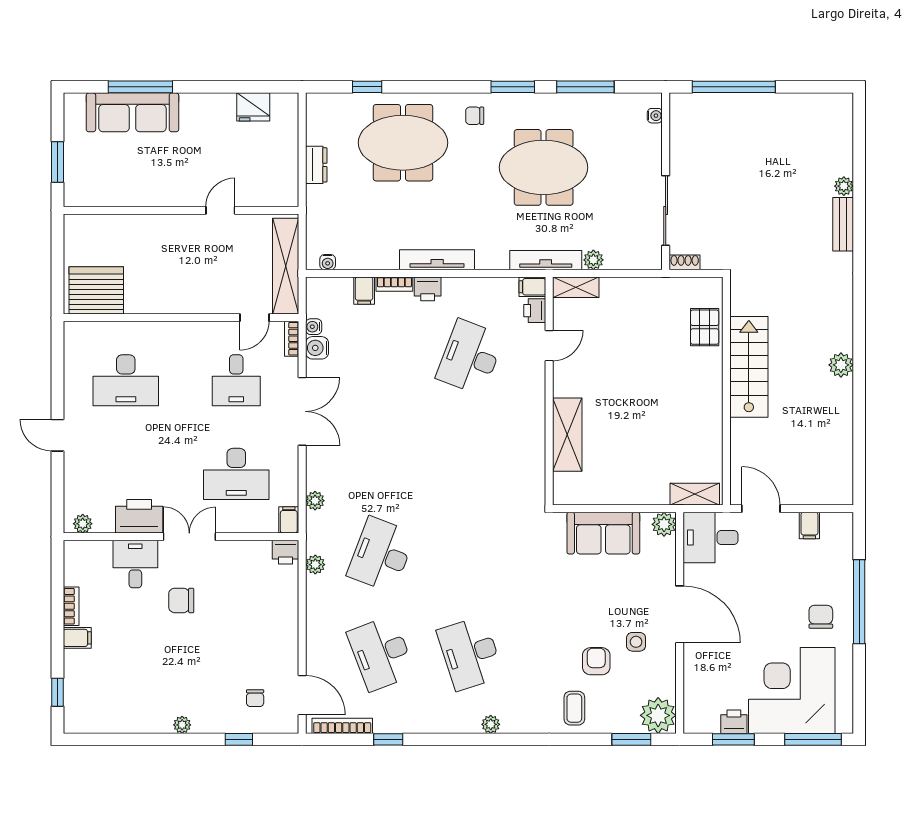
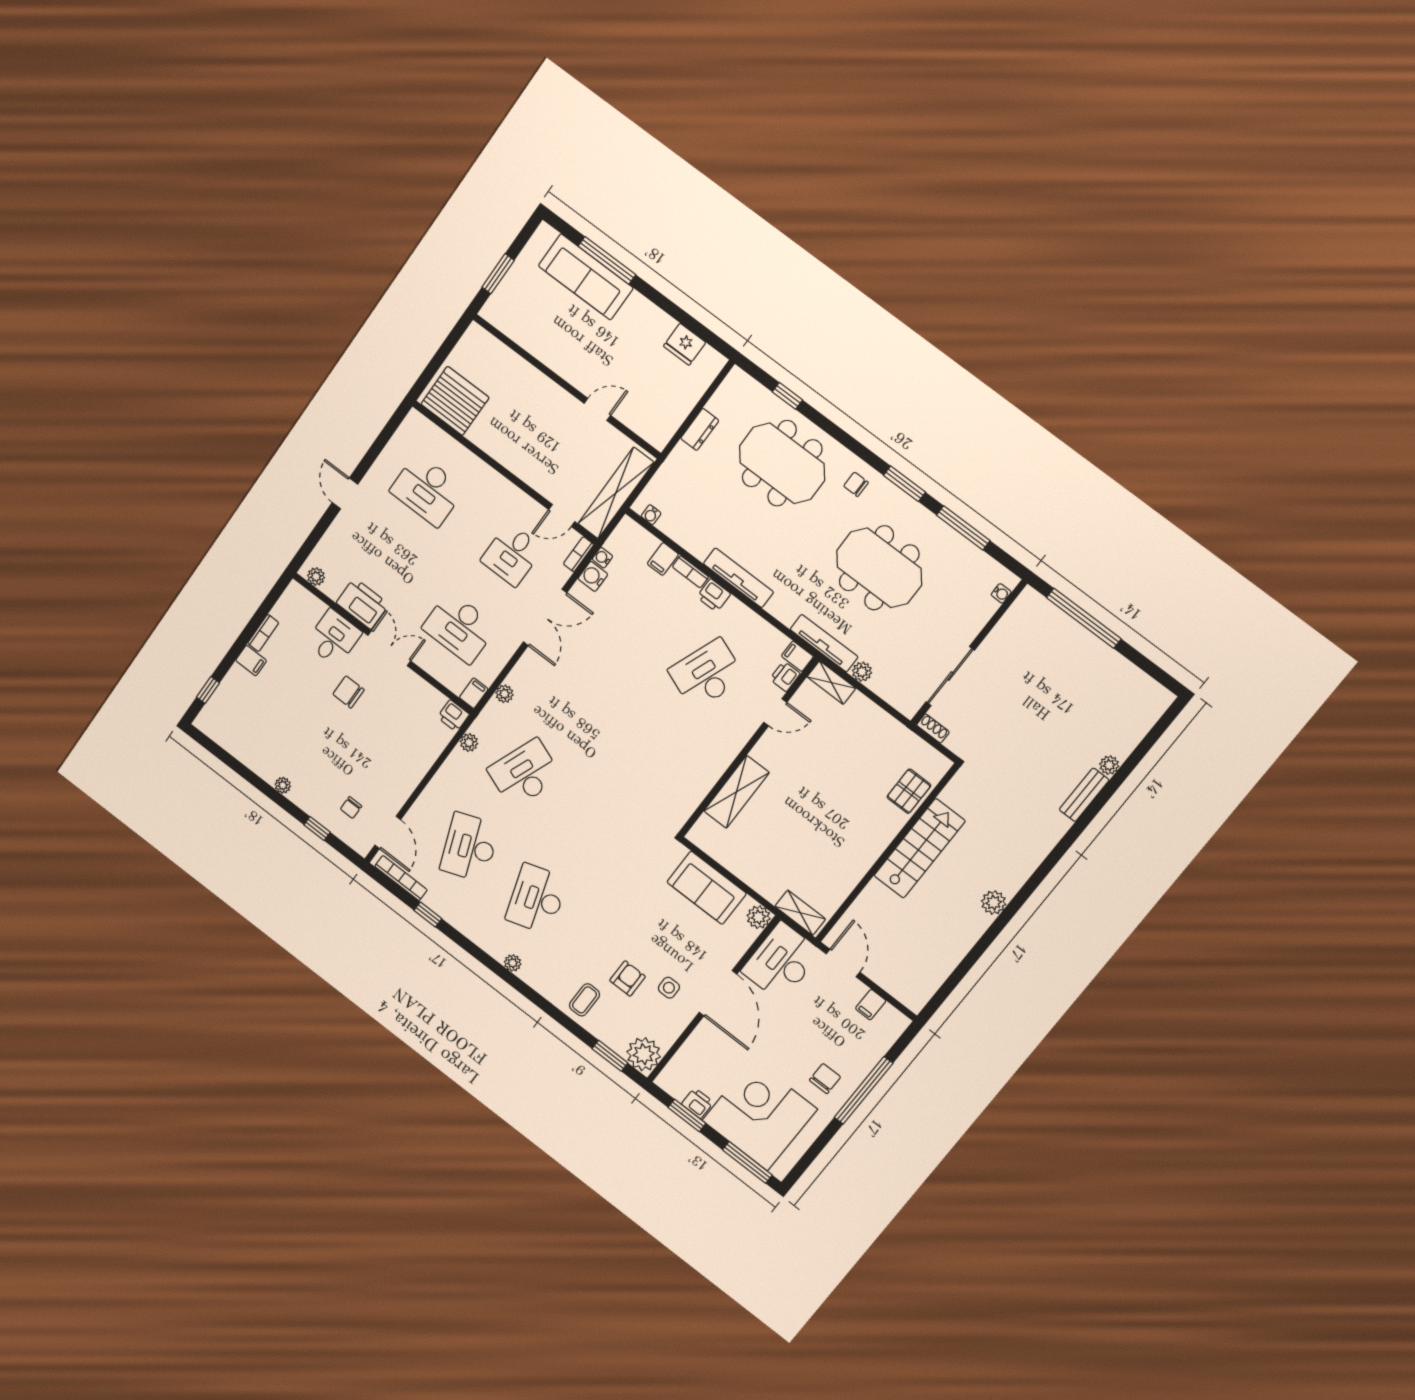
desk: (711, 538) -> (781, 962), width x1.37

